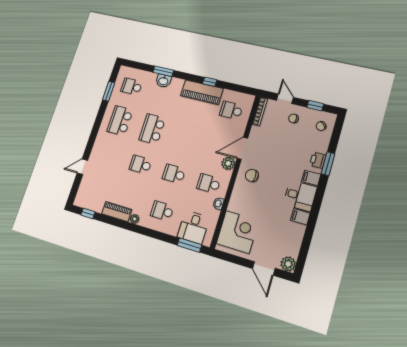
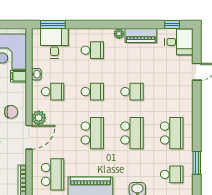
school desk: (231, 110) -> (53, 174), width x1.85
school desk: (186, 138) -> (92, 133), added
desk: (88, 197) -> (179, 42), added
filing cabinet: (235, 206) -> (18, 76), added

